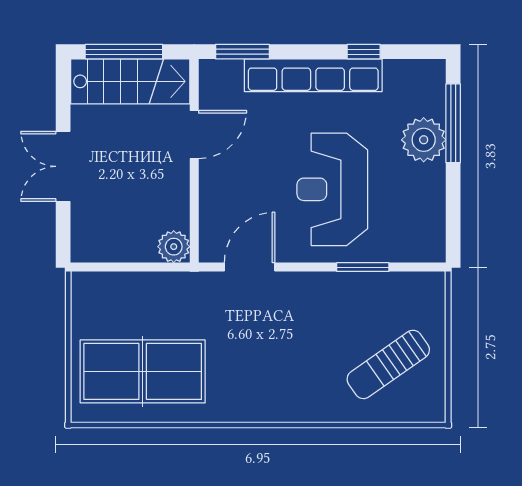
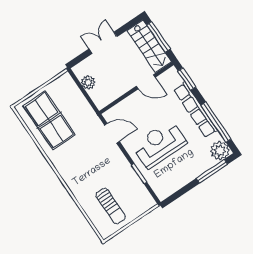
window: (364, 52) -> (216, 122), width x3.17
plant: (424, 140) -> (220, 151), moved
plant: (174, 247) -> (88, 82), moved
sun lounger: (388, 364) -> (111, 206), turned -145

